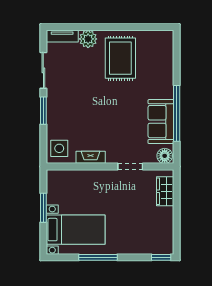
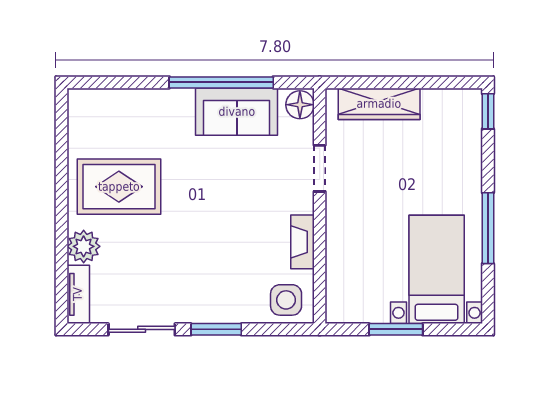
wardrobe: (165, 191) -> (379, 104), width x1.50

